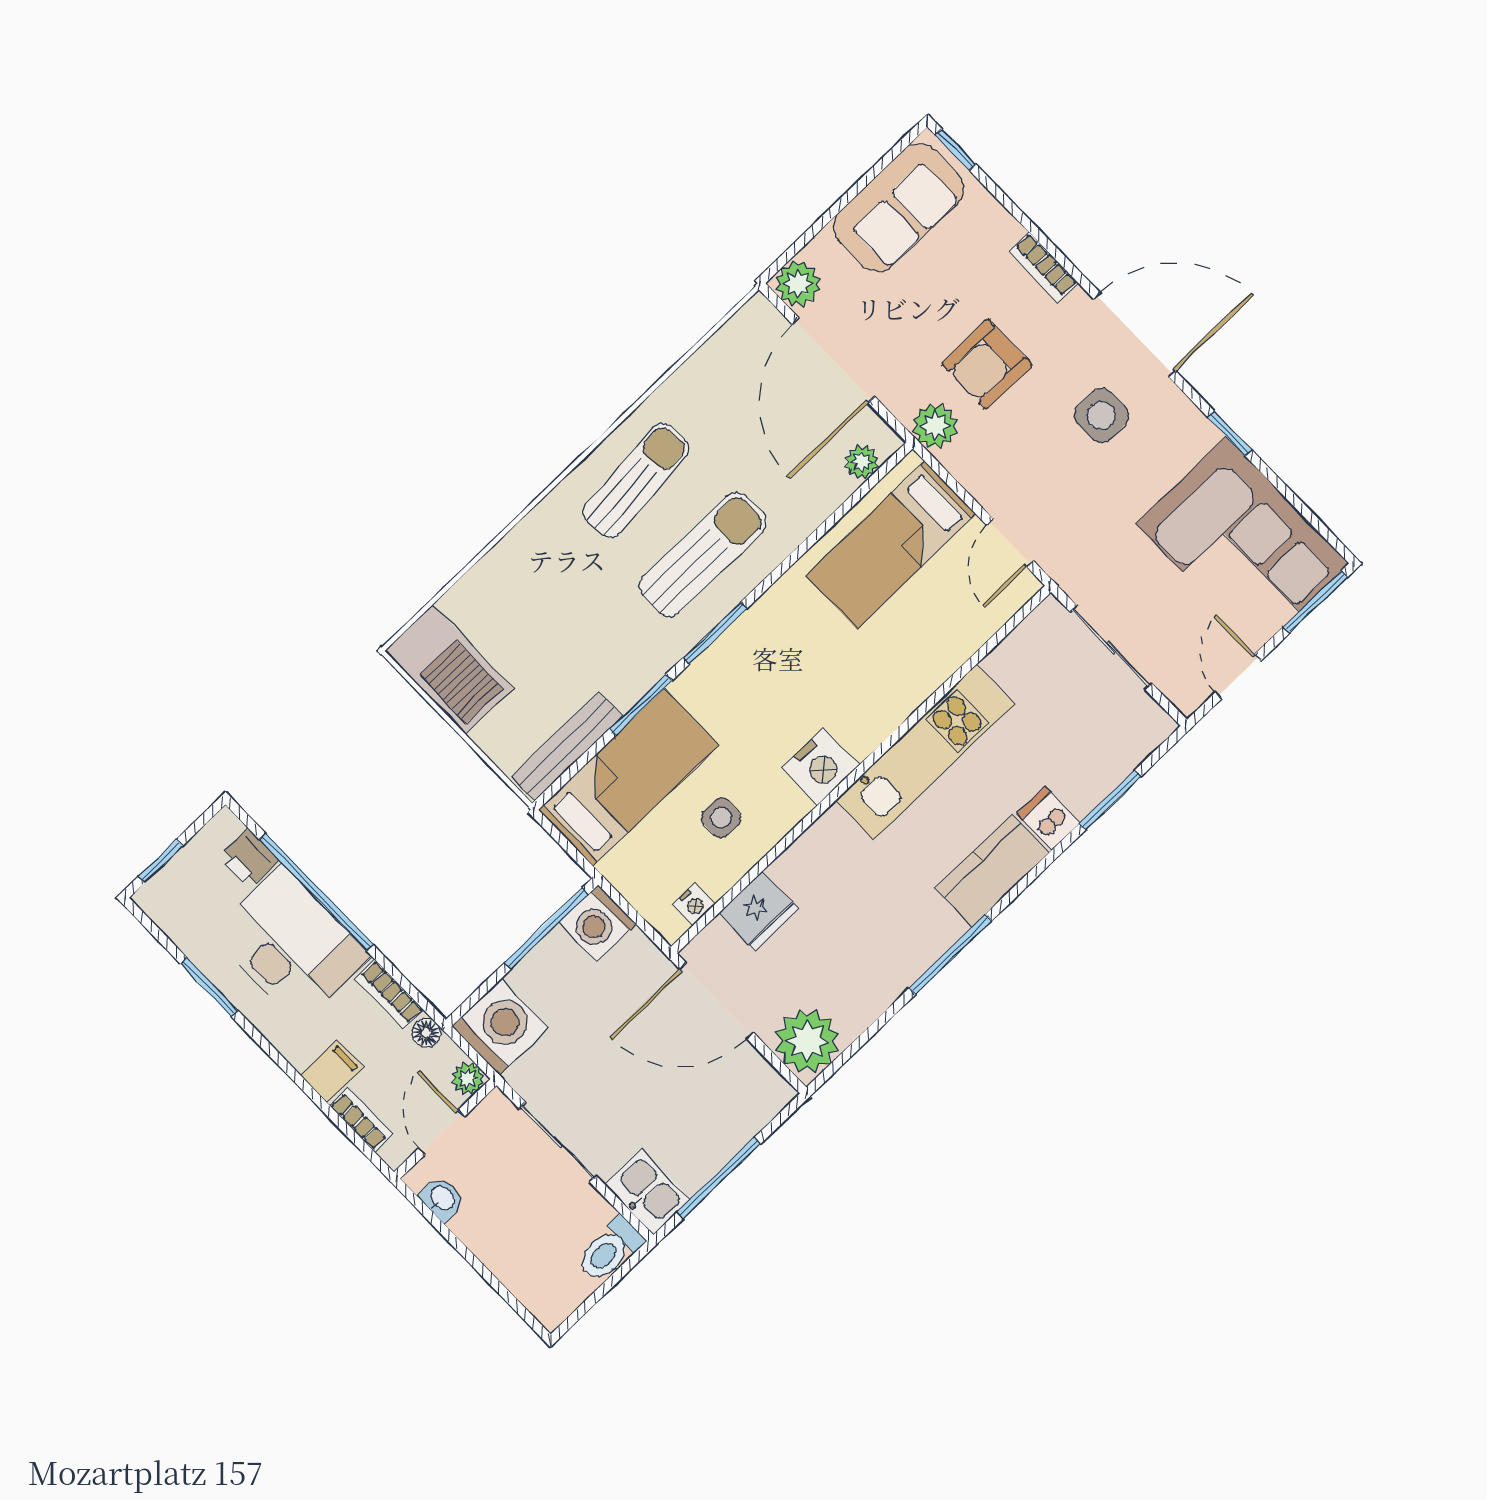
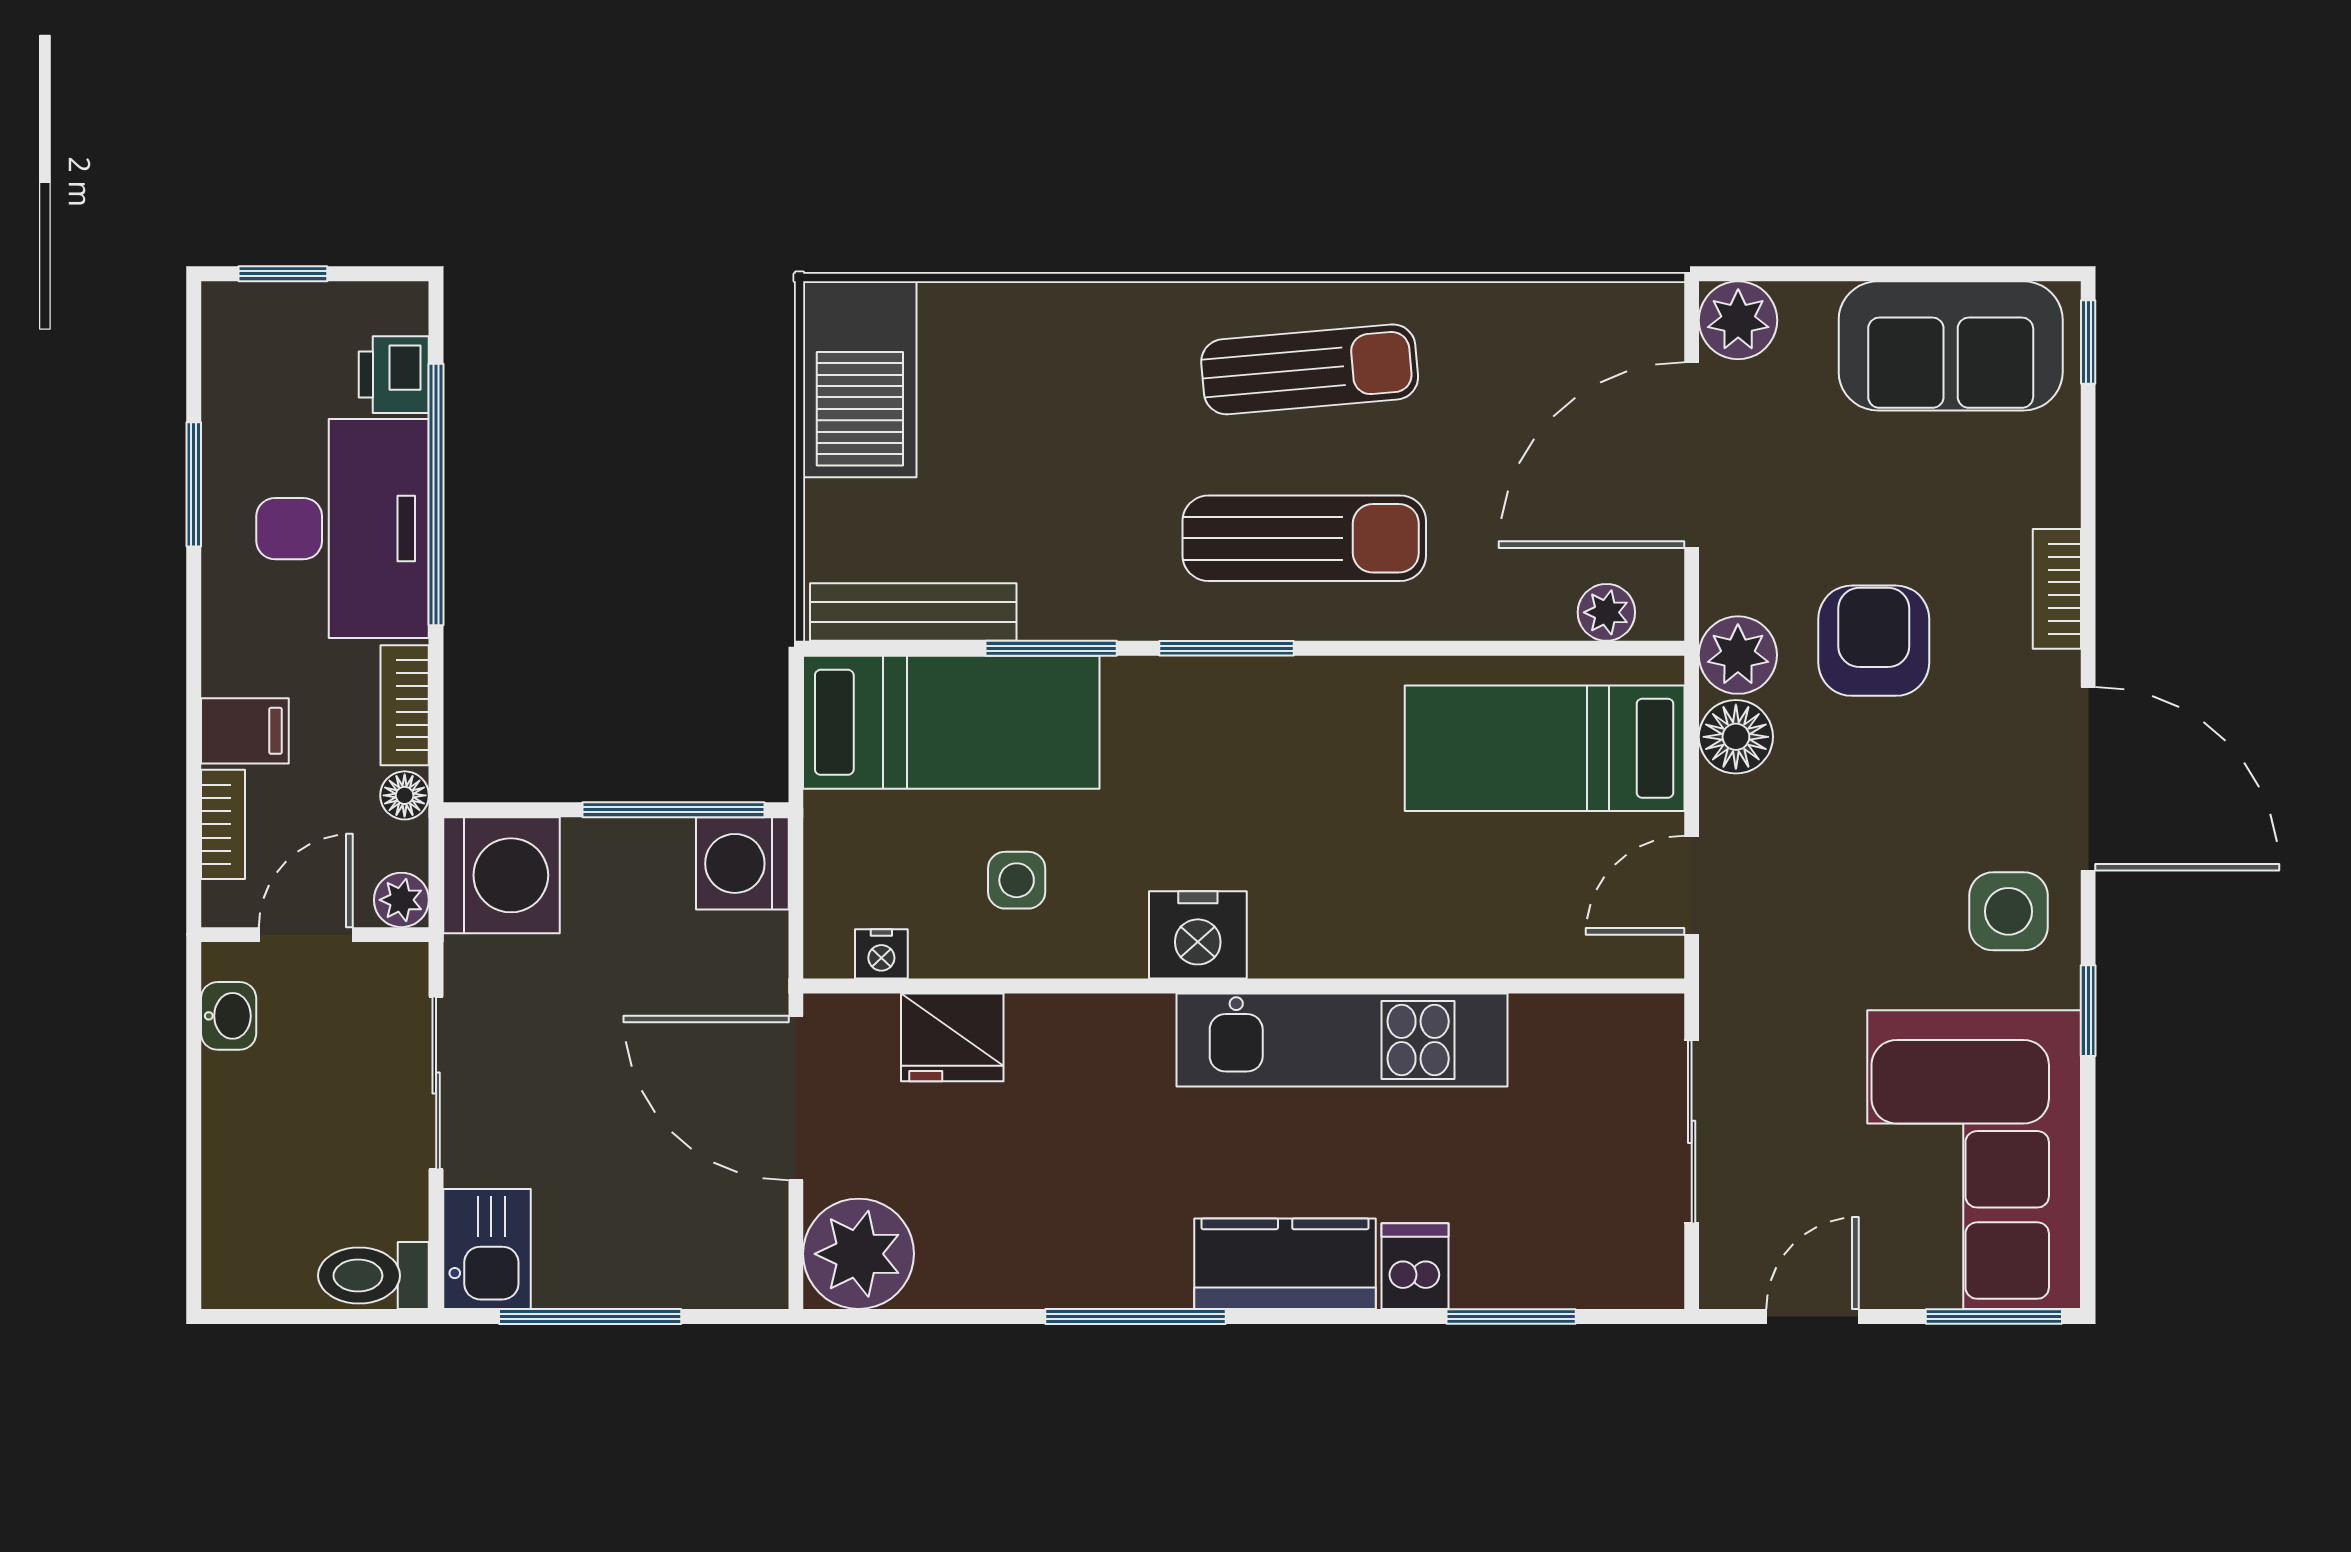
armchair: (987, 364) -> (1874, 641), turned 90
side table: (1101, 415) -> (2008, 911), moved
floor lamp: (968, 462) -> (1736, 737), added

